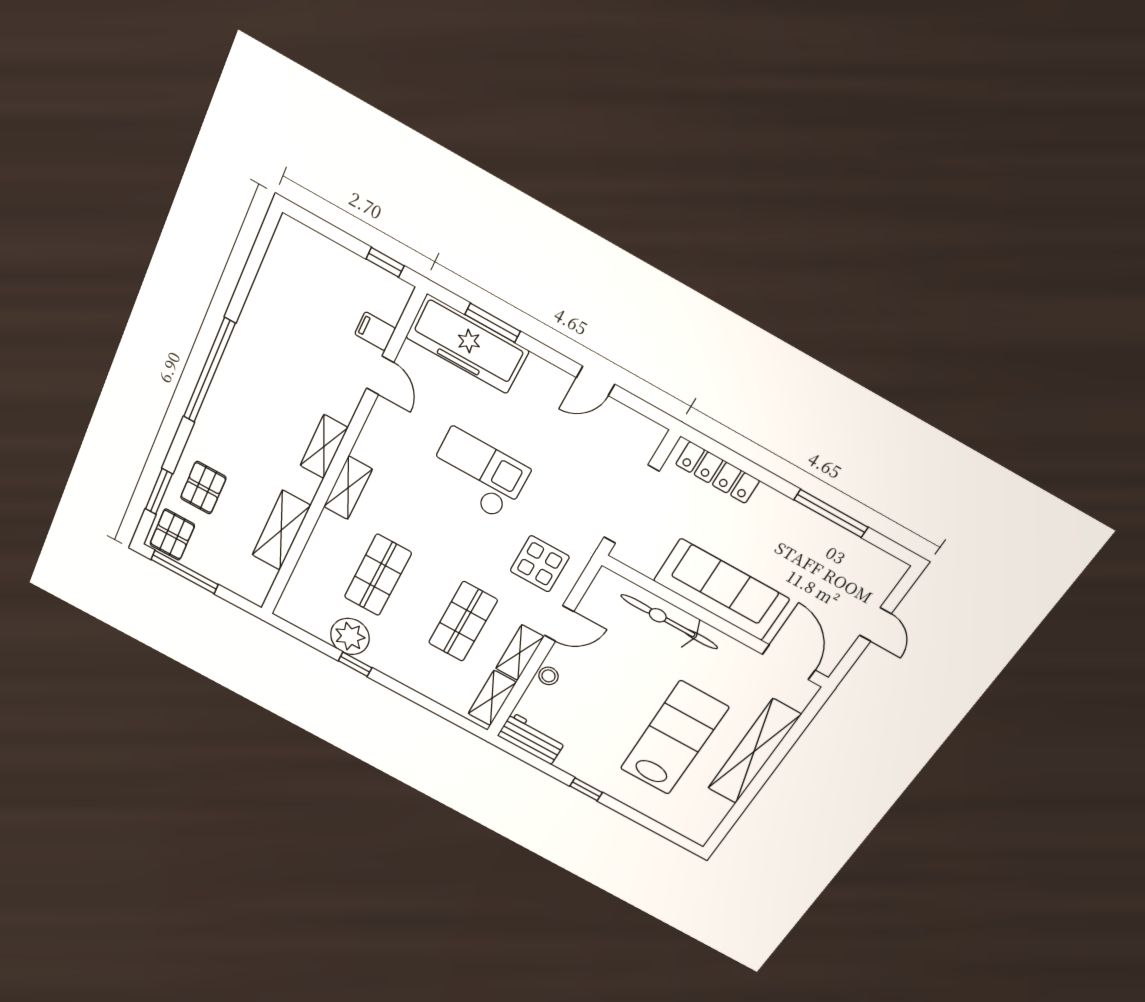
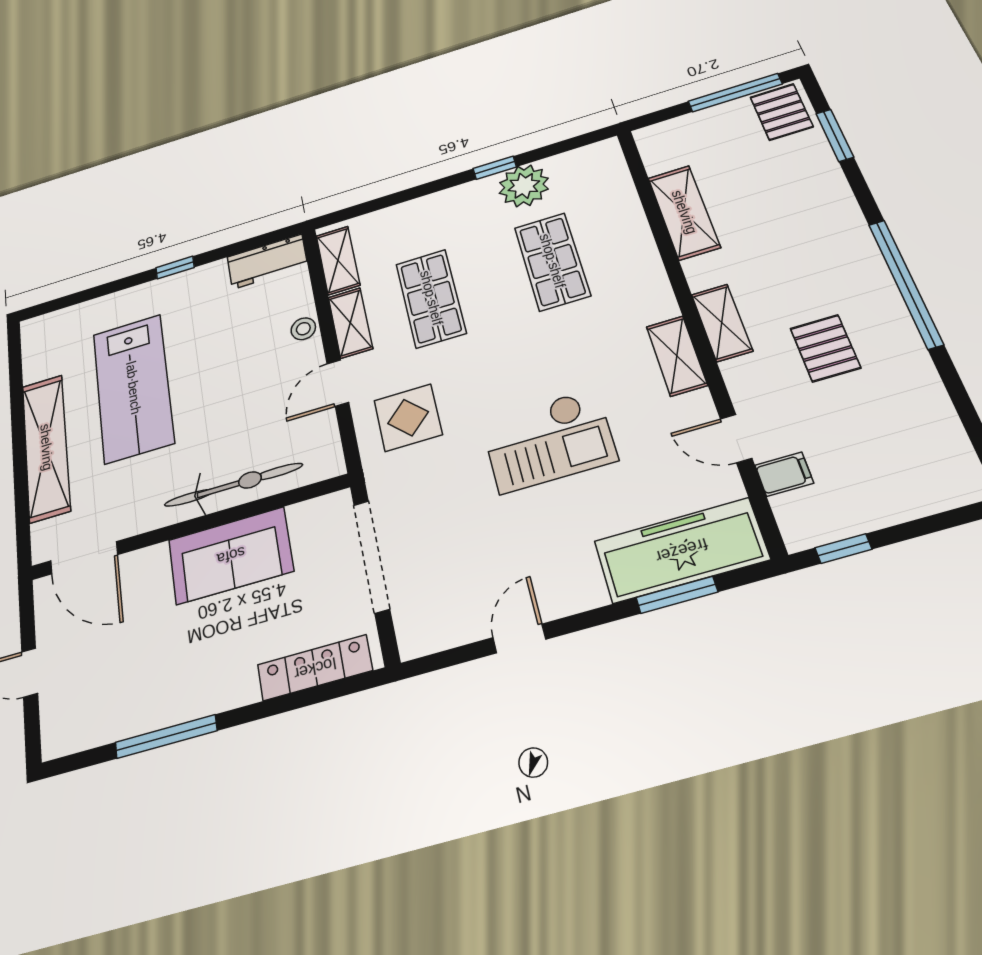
pallet: (203, 488) -> (825, 348), moved
shelving: (348, 488) -> (677, 356), moved
sofa: (721, 590) -> (231, 555), width x0.73

